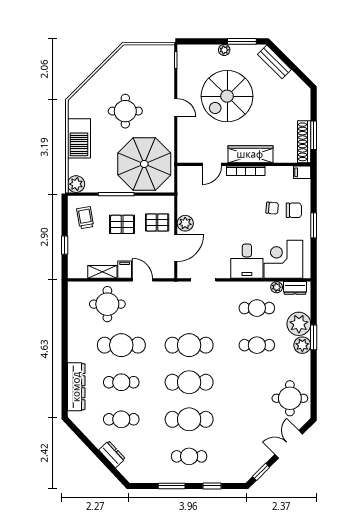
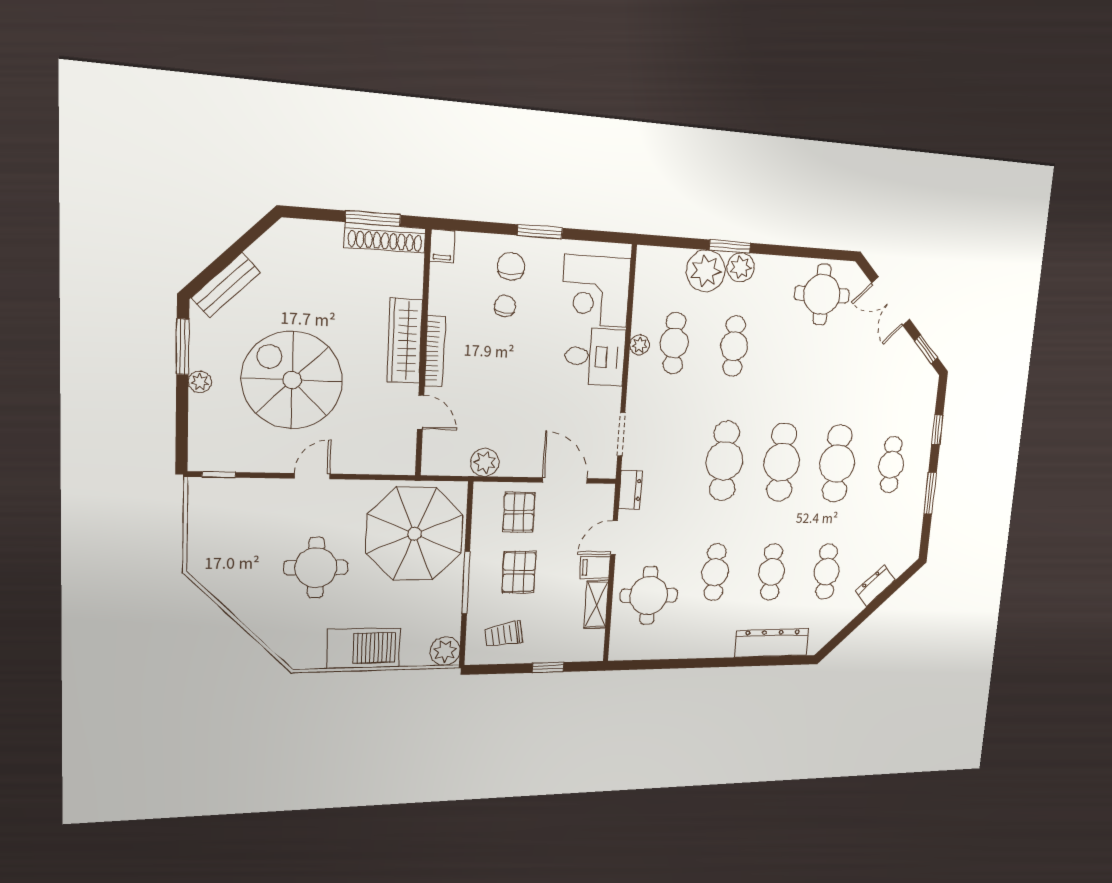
spiral stairs: (227, 96) -> (292, 380), turned 180
plant: (185, 223) -> (485, 462), moved
plant: (277, 287) -> (640, 345), moved
dresser: (295, 288) -> (630, 490), moved
cafe table: (121, 345) -> (715, 572), width x0.73, depth x0.74

